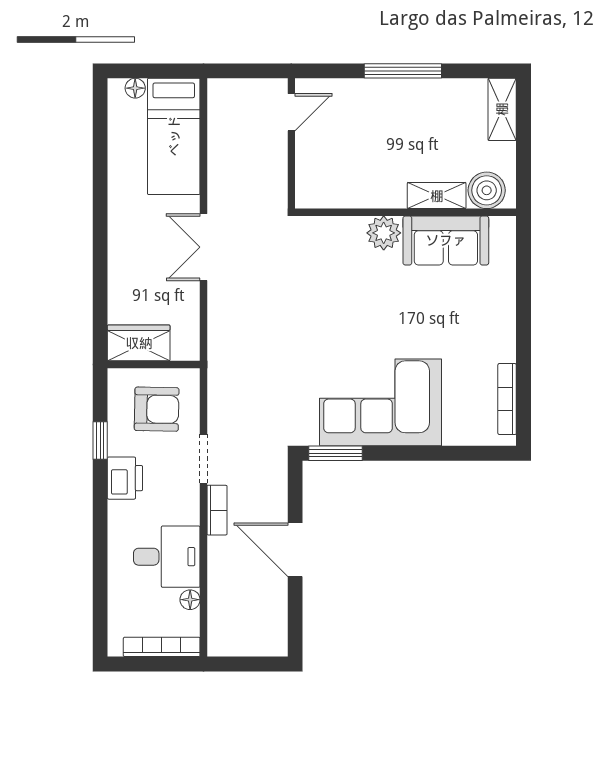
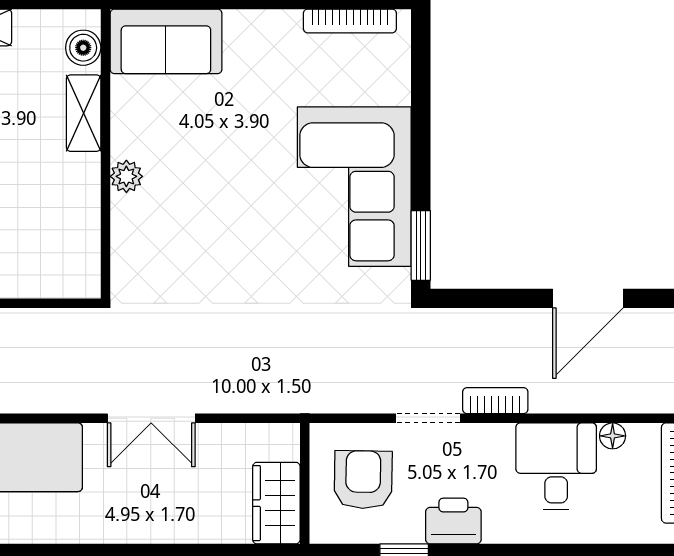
boiler: (487, 190) -> (83, 48), width x0.73, depth x0.73
plant: (384, 233) -> (126, 176), width x0.73, depth x0.73
sofa: (446, 240) -> (166, 41), moved, turned 90
door: (295, 550) -> (588, 298), moved

